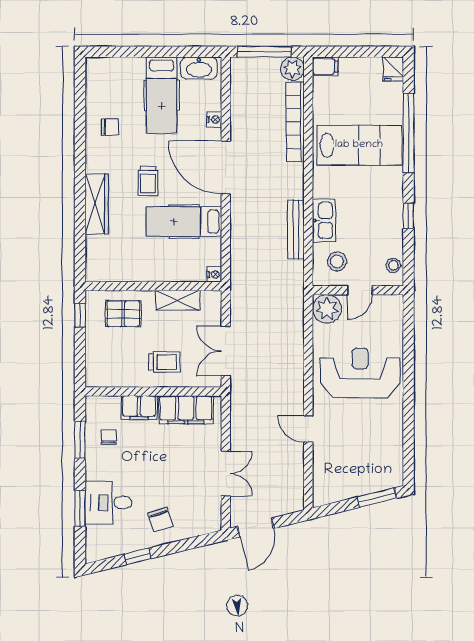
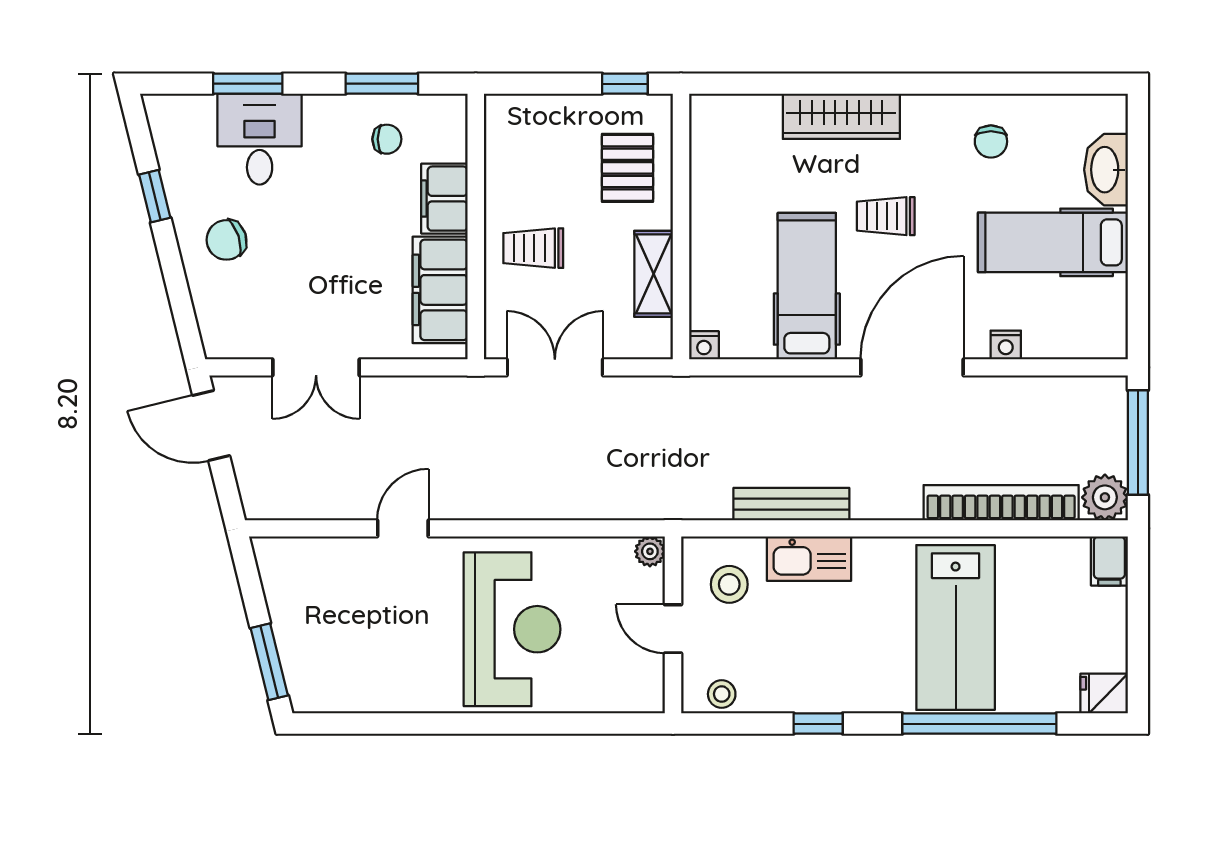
washbasin: (199, 68) -> (1106, 170), moved
plant: (327, 309) -> (650, 551), width x0.53, depth x0.53
trolley: (164, 362) -> (533, 248), turned 90

